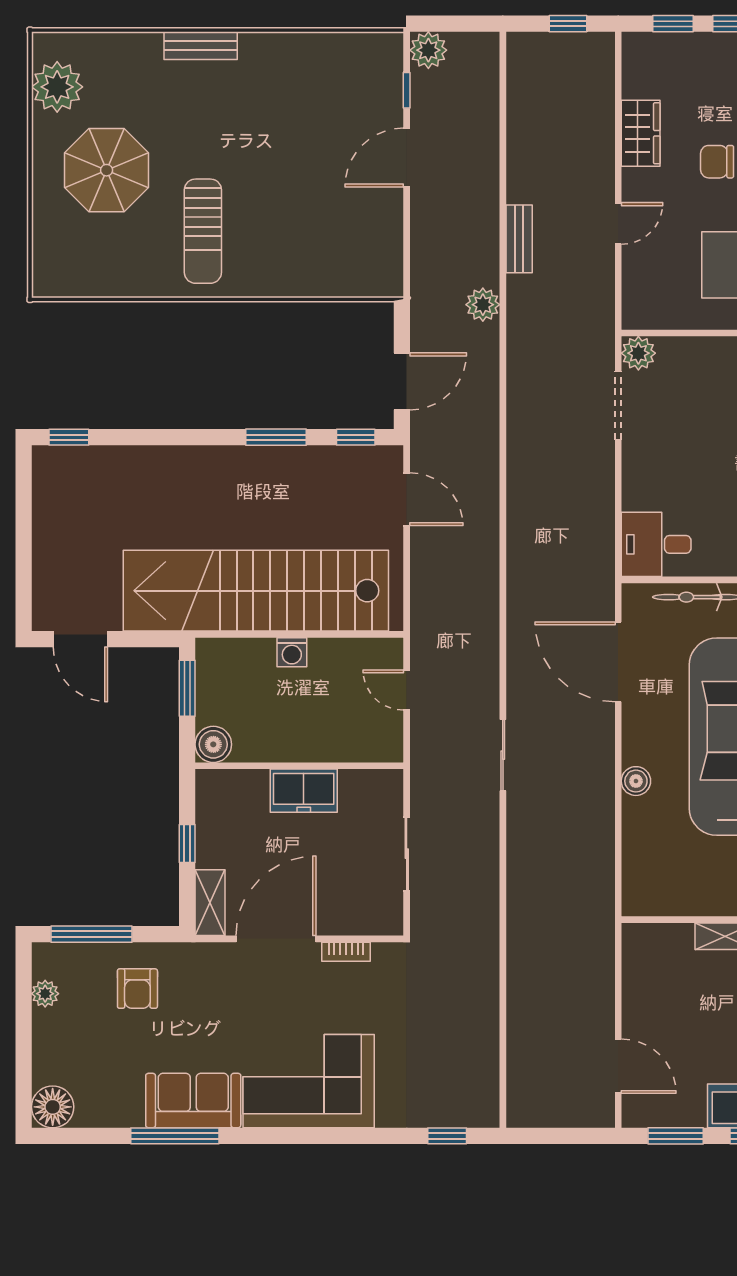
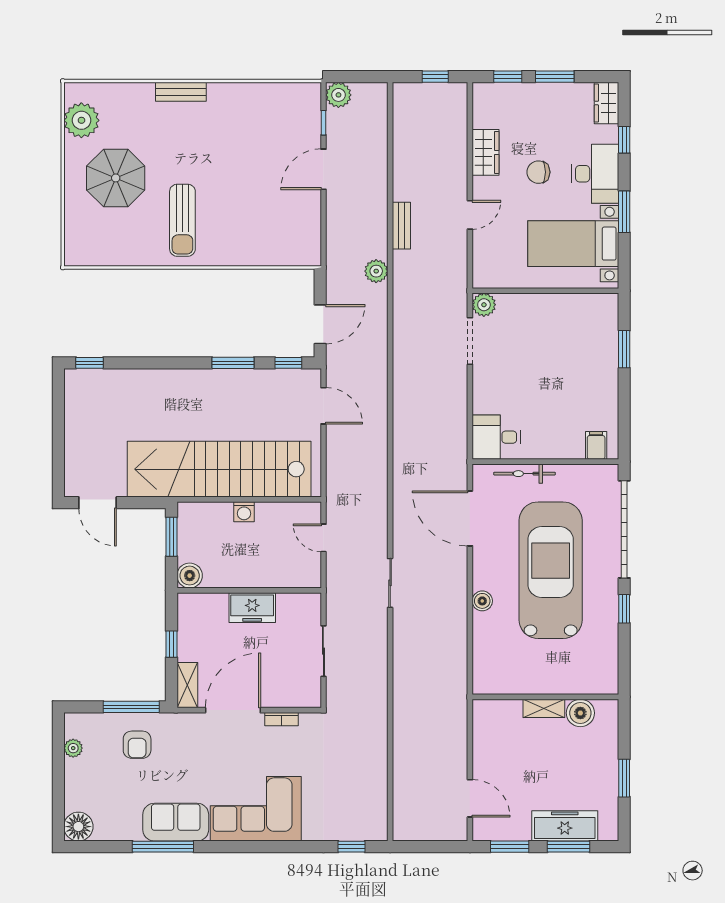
window: (91, 934) -> (131, 707), moved

